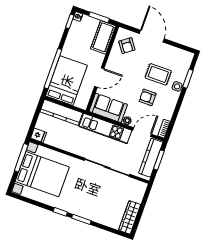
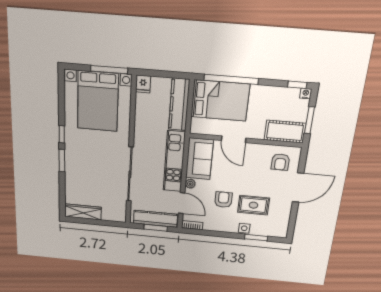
armchair: (127, 46) -> (280, 162), turned -54
rug: (158, 74) -> (253, 205), turned 90

